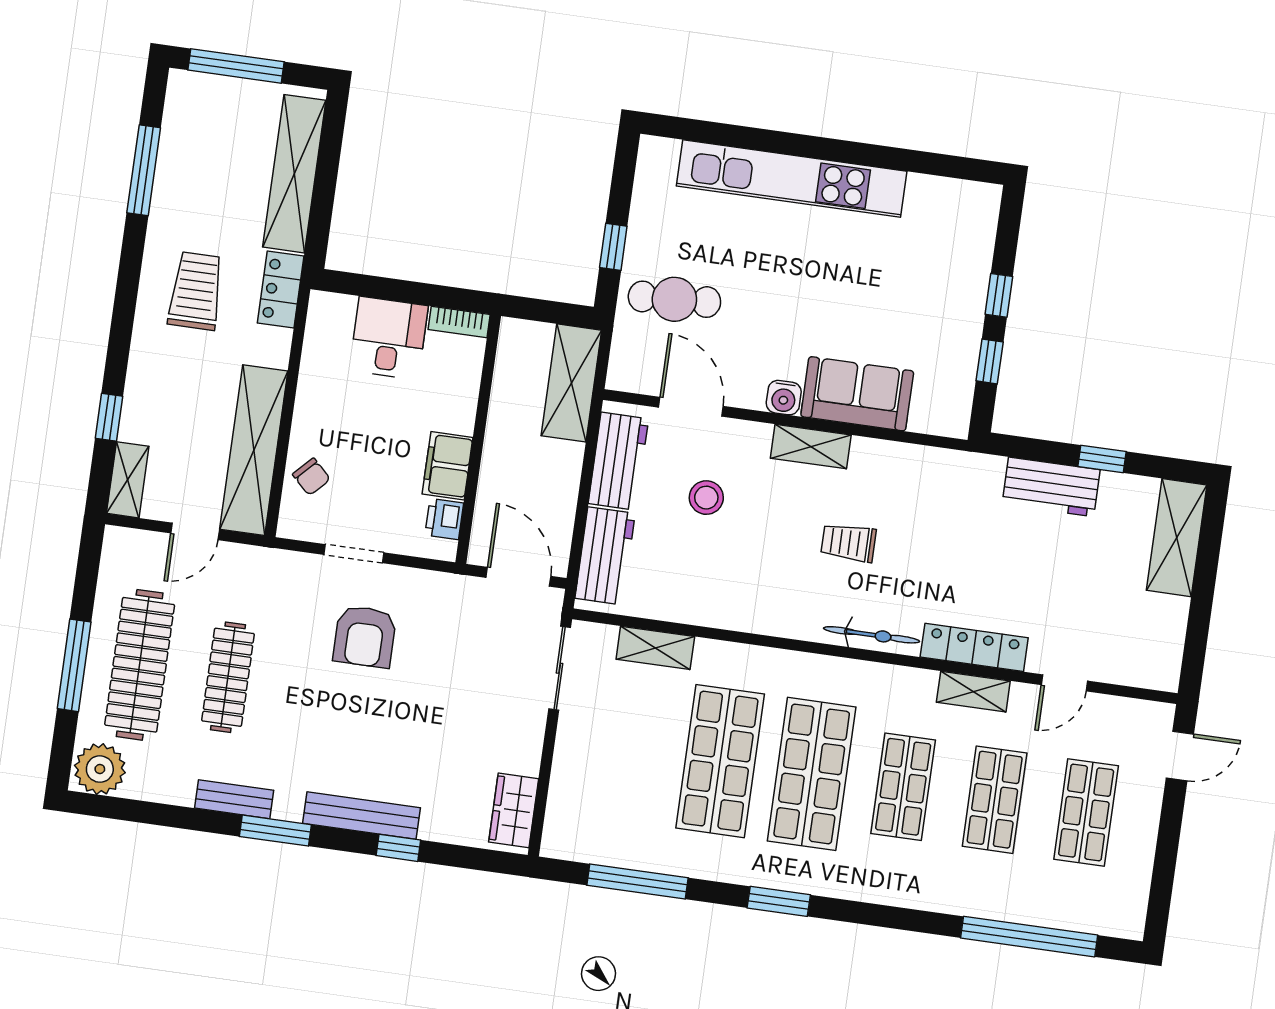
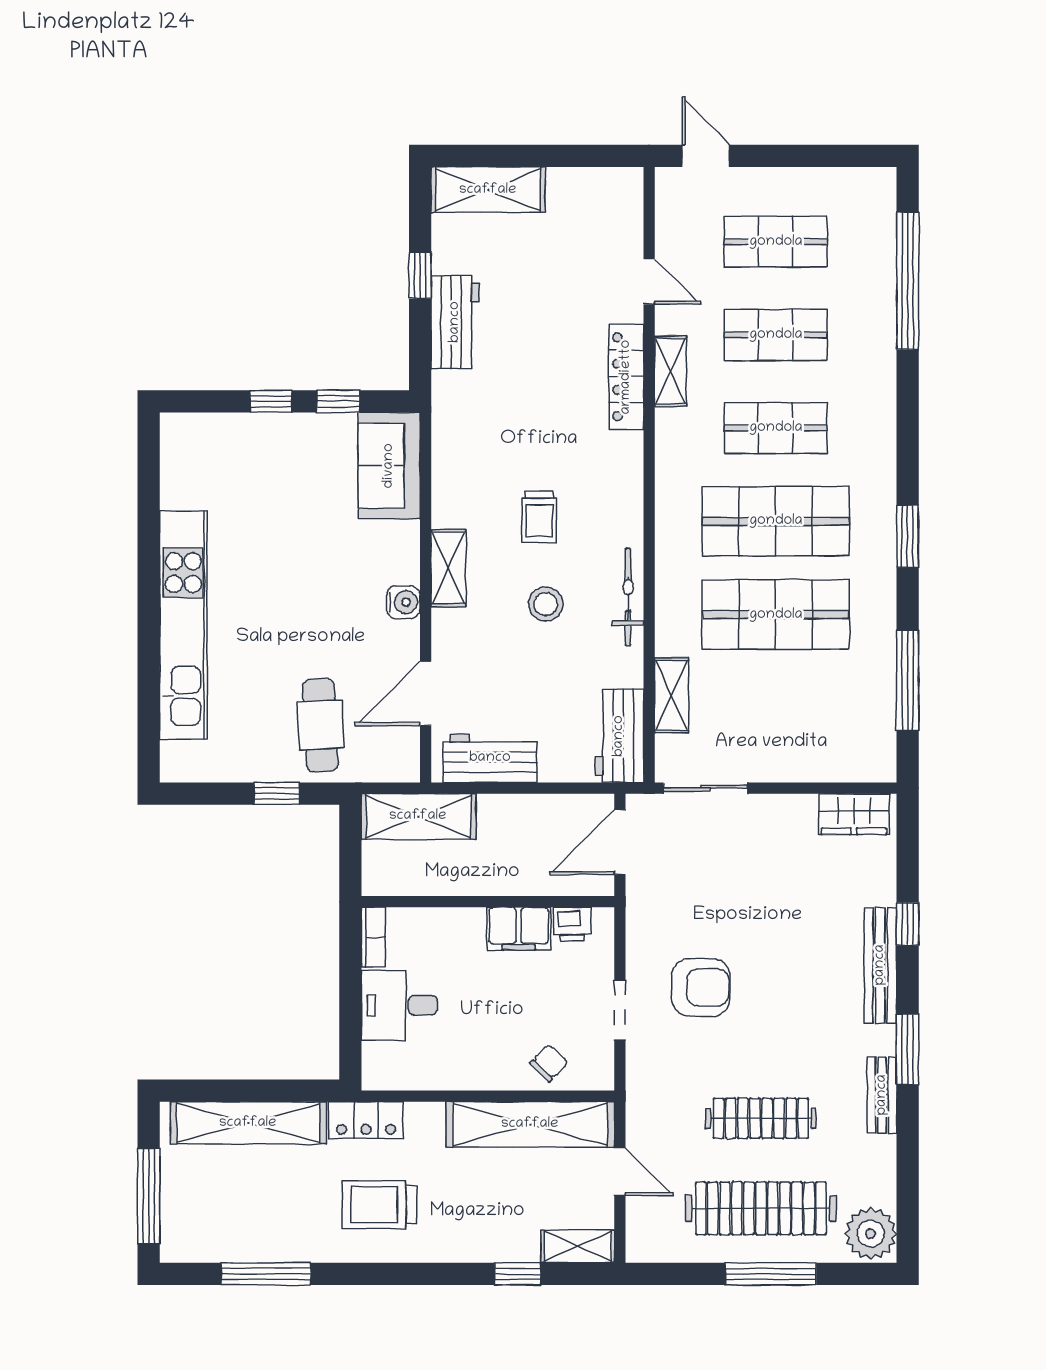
sofa: (857, 394) -> (389, 466), moved
stool: (706, 498) -> (546, 604), moved
workbench: (605, 556) -> (619, 736), moved, turned -90
bicycle: (871, 635) -> (628, 597), moved

